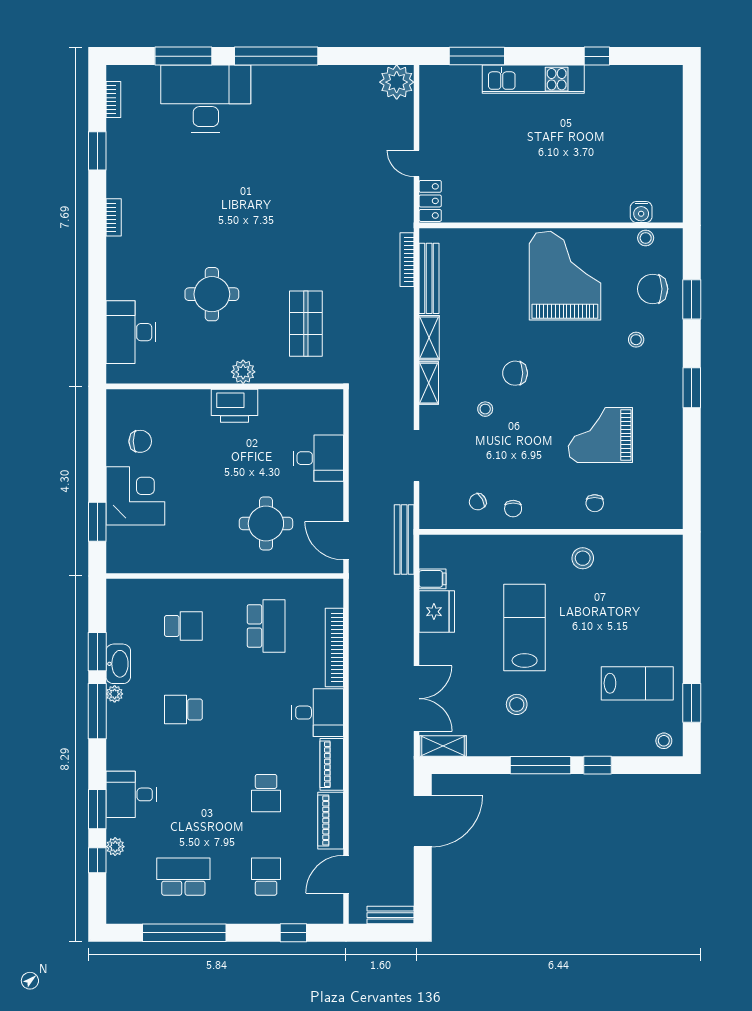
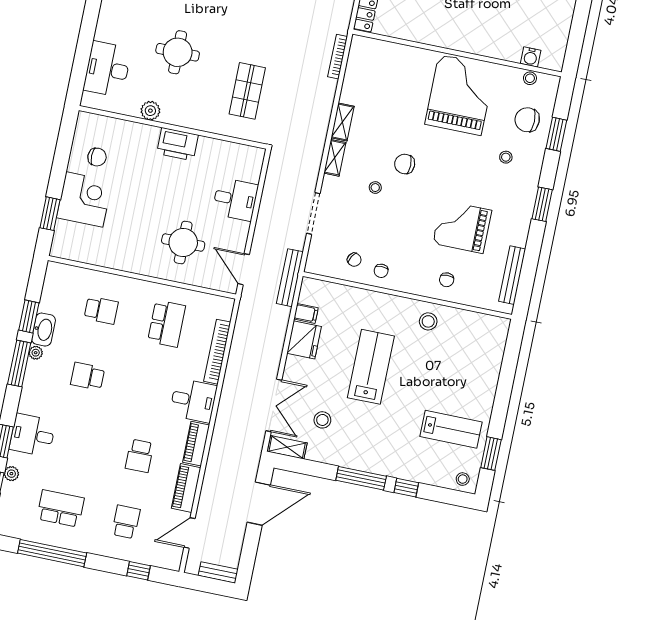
bench: (429, 278) -> (512, 275), moved
plant: (243, 372) -> (150, 111), moved
chair: (478, 502) -> (354, 260), turned -120
stool: (517, 704) -> (322, 420), moved

